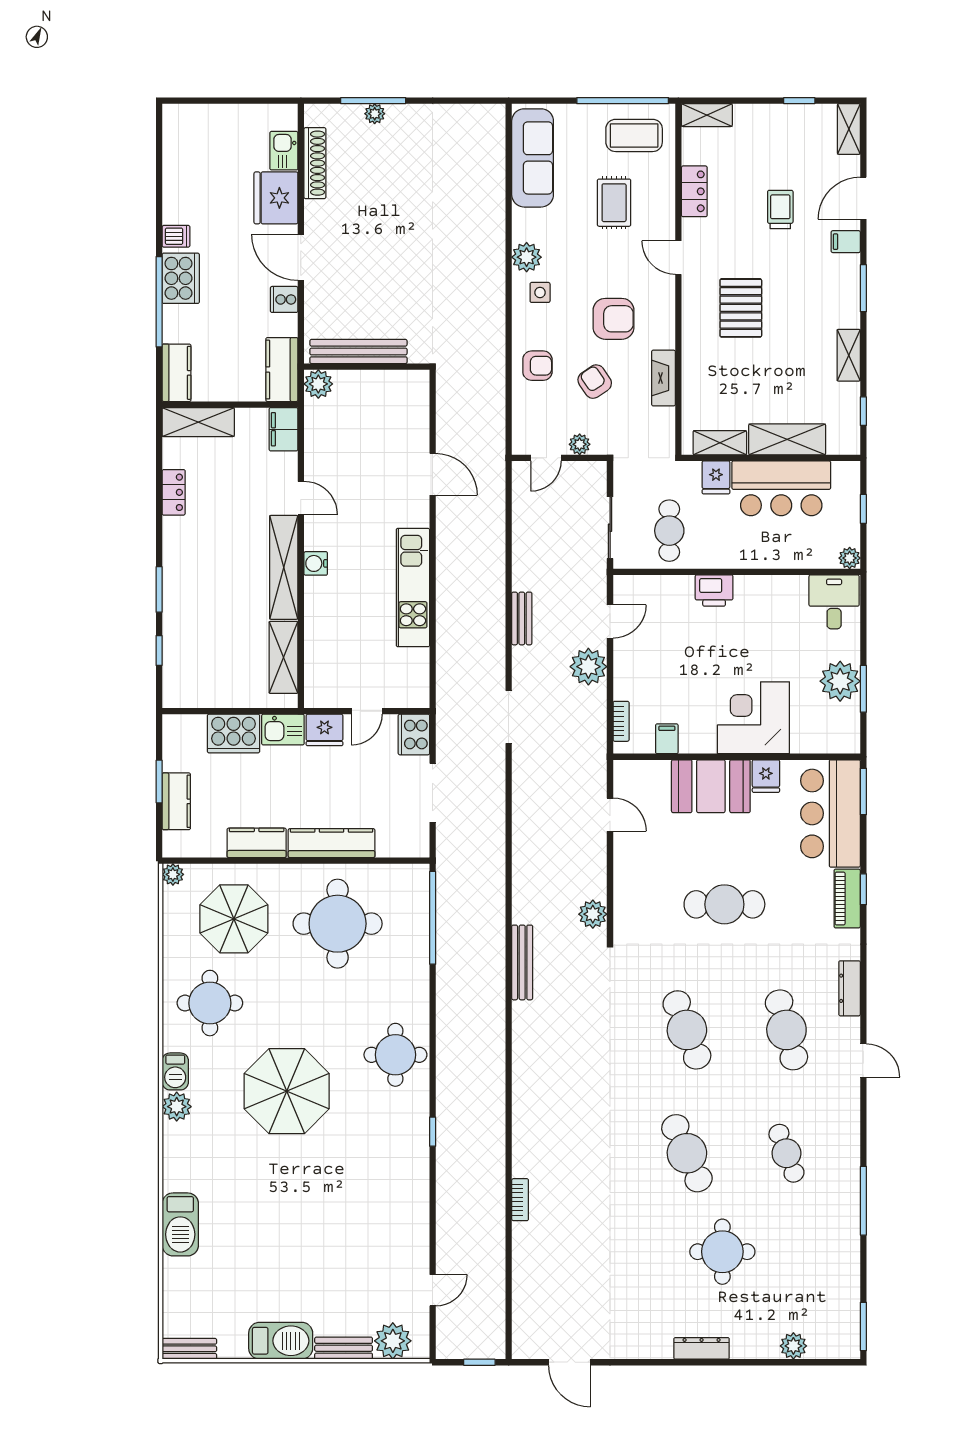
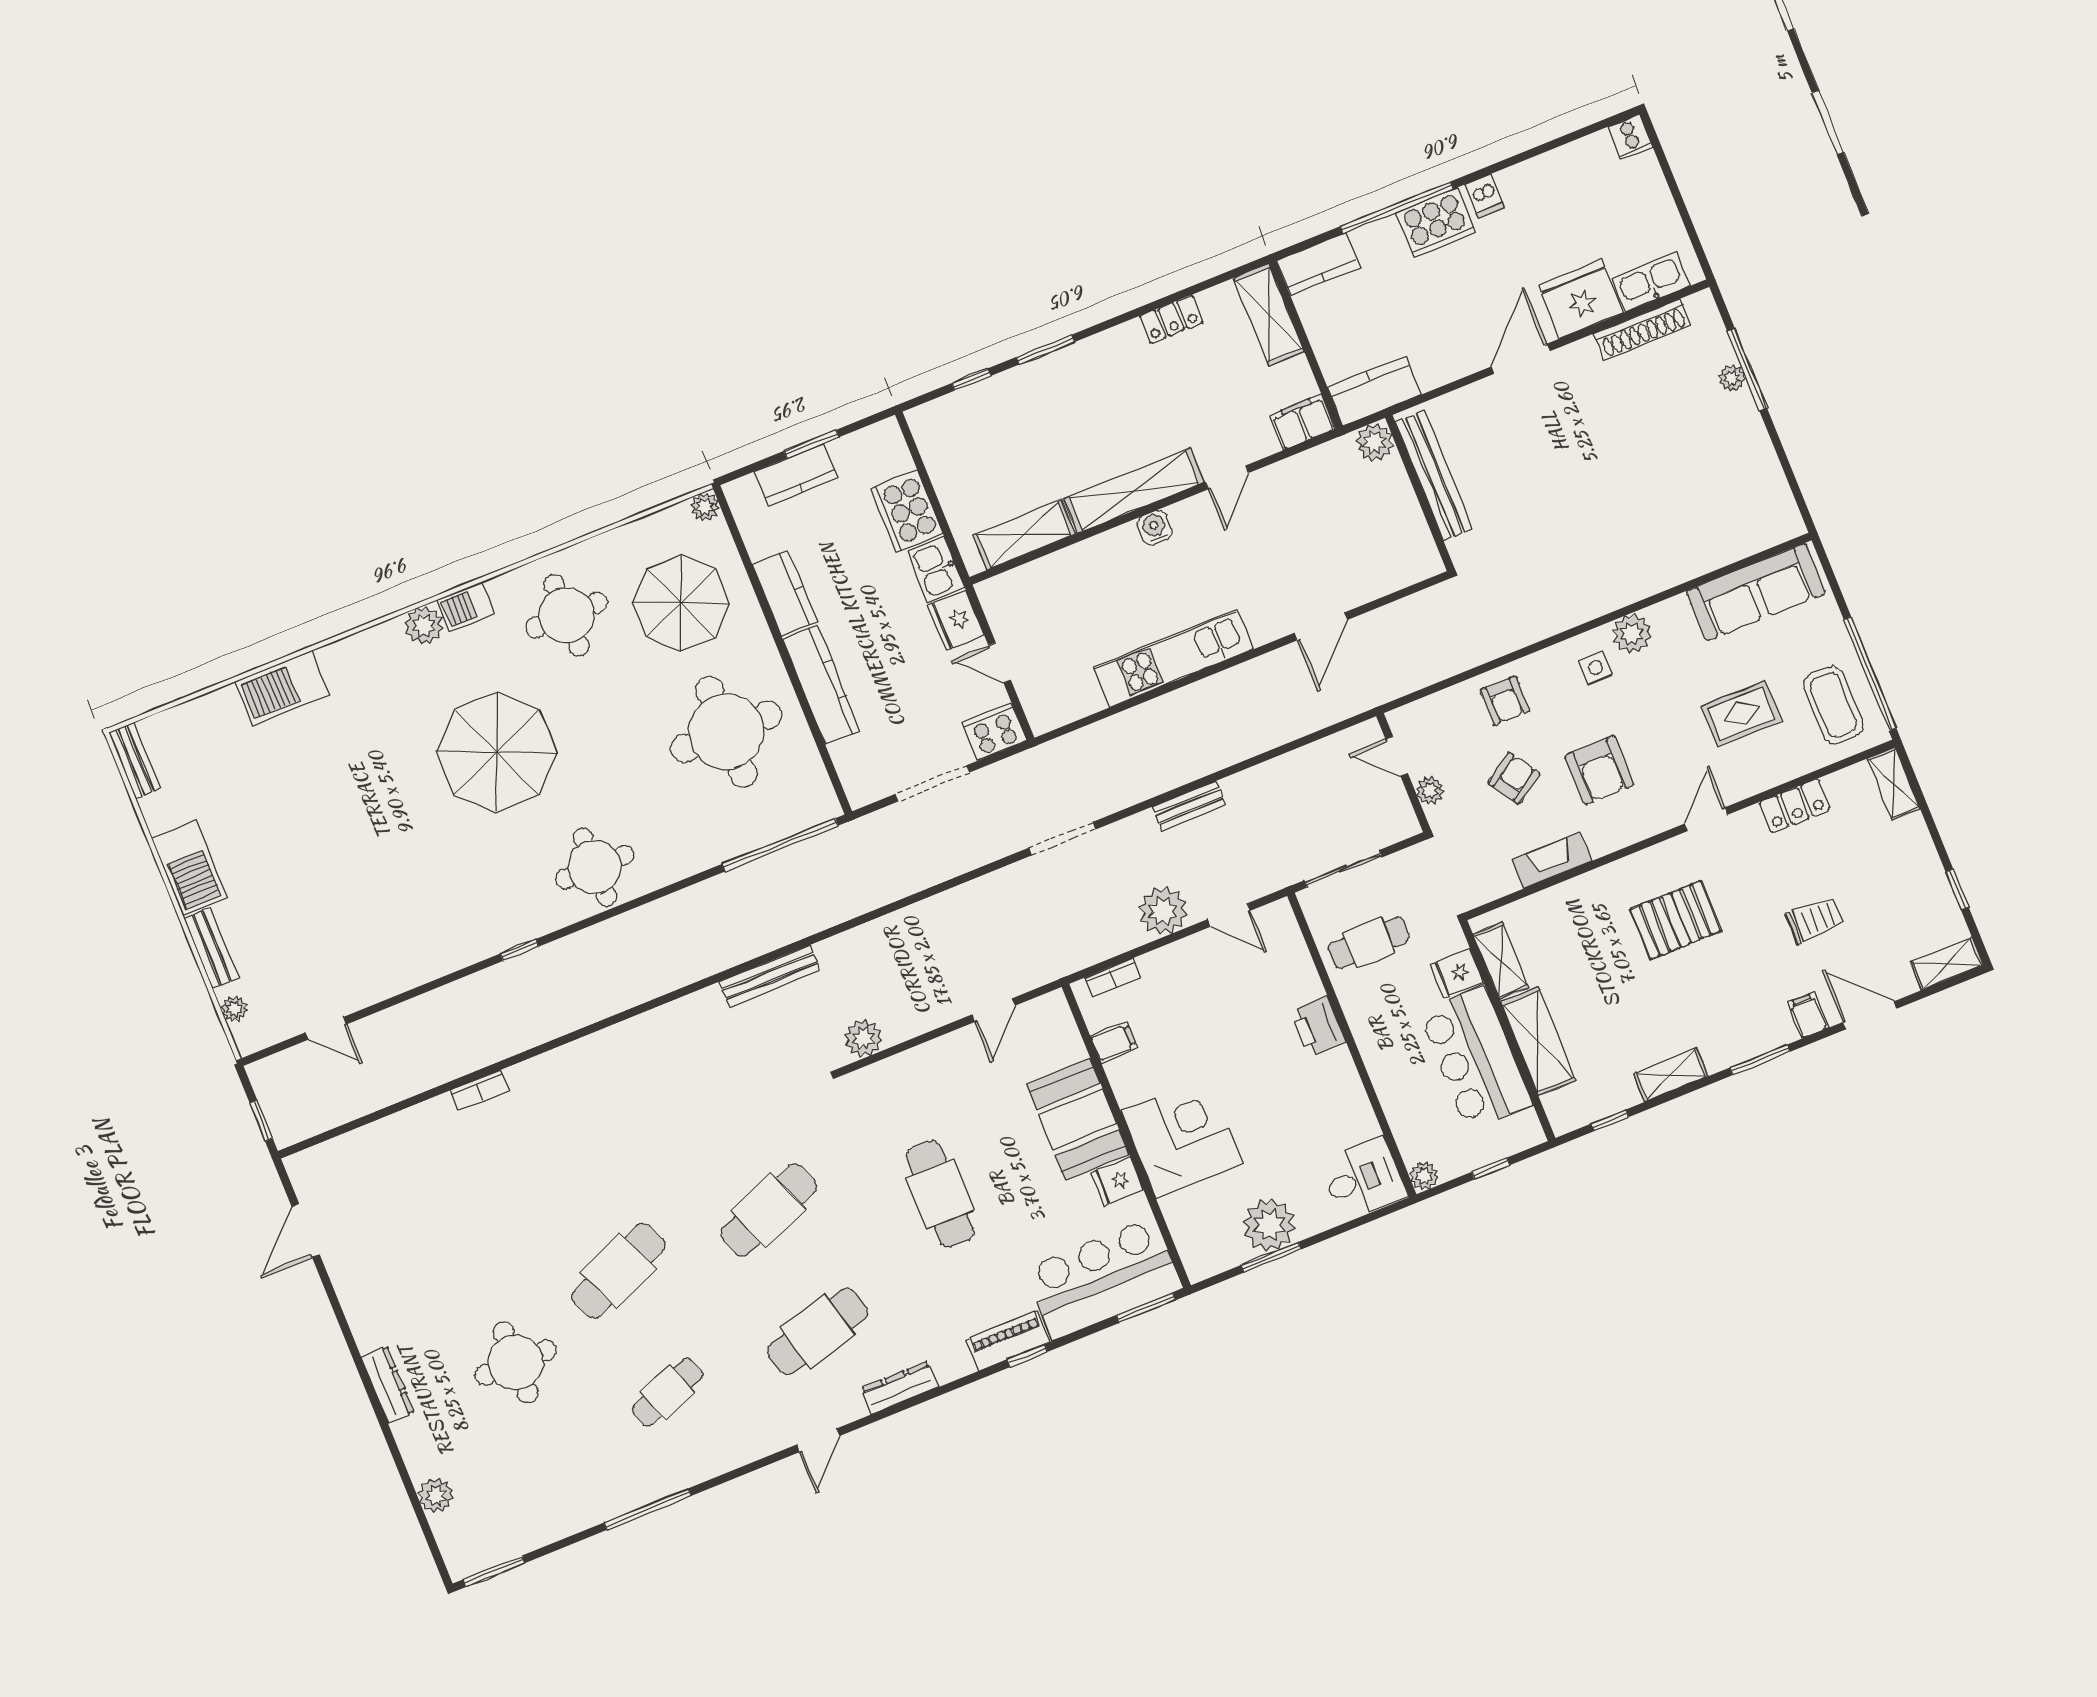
kitchen sink: (284, 151) -> (1651, 282), width x1.38
cooker: (284, 299) -> (1630, 137), moved, turned 180
plant: (393, 1341) -> (234, 1009), width x0.53, depth x0.53

